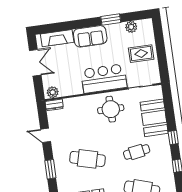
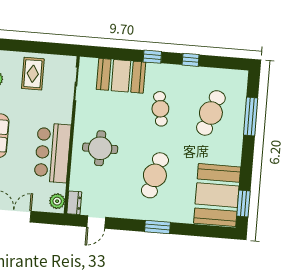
bar counter: (104, 78) -> (53, 153), moved
round table: (111, 109) -> (100, 148), moved
door: (46, 135) -> (96, 222), moved

